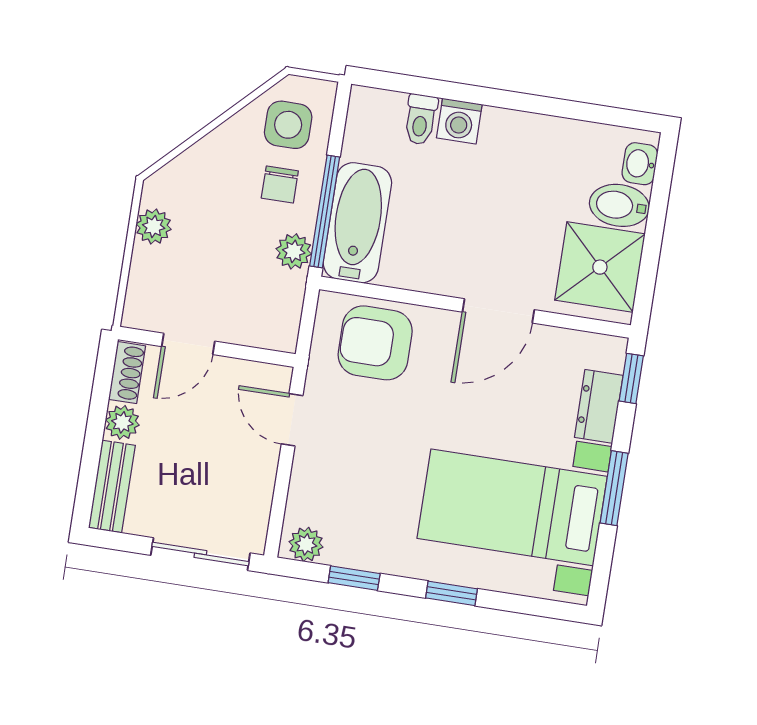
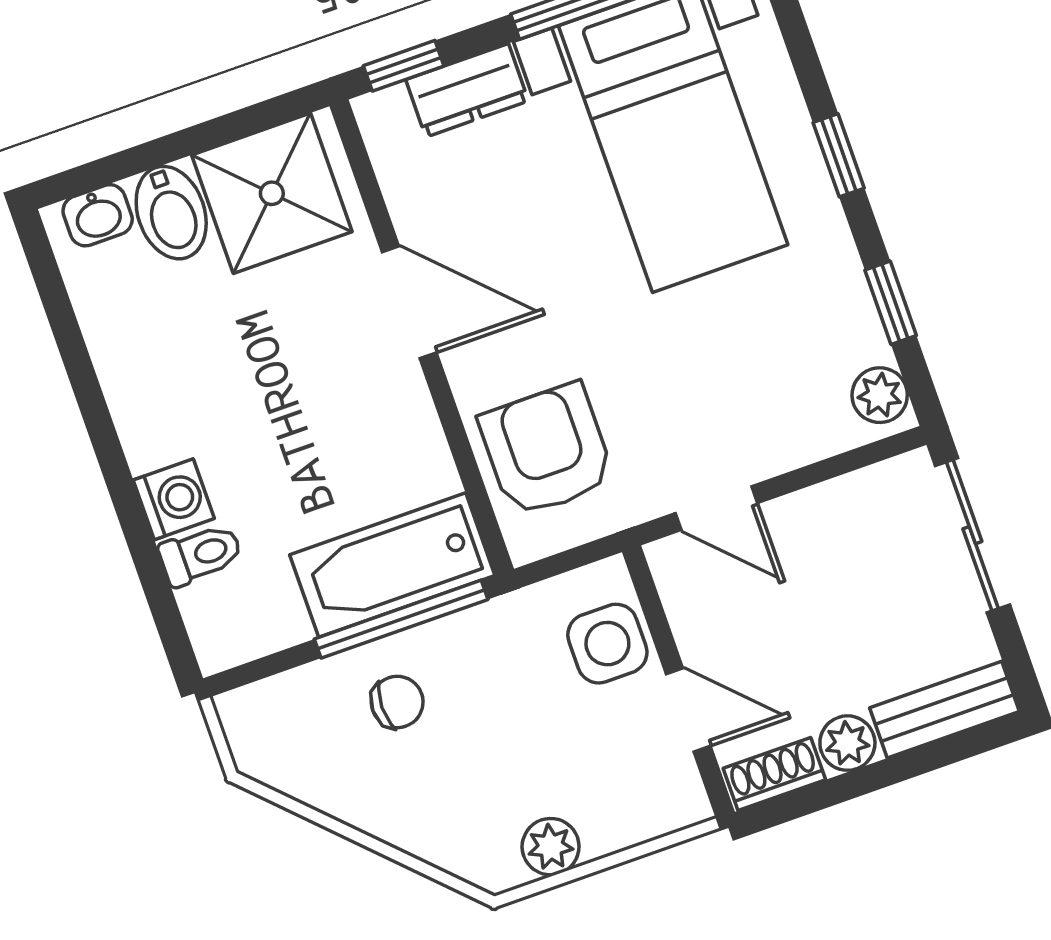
side table: (288, 125) -> (607, 644), moved
plant: (294, 251) -> (480, 632), removed
armchair: (375, 343) -> (547, 450), turned 180
door: (292, 420) -> (716, 508), hinge flipped

